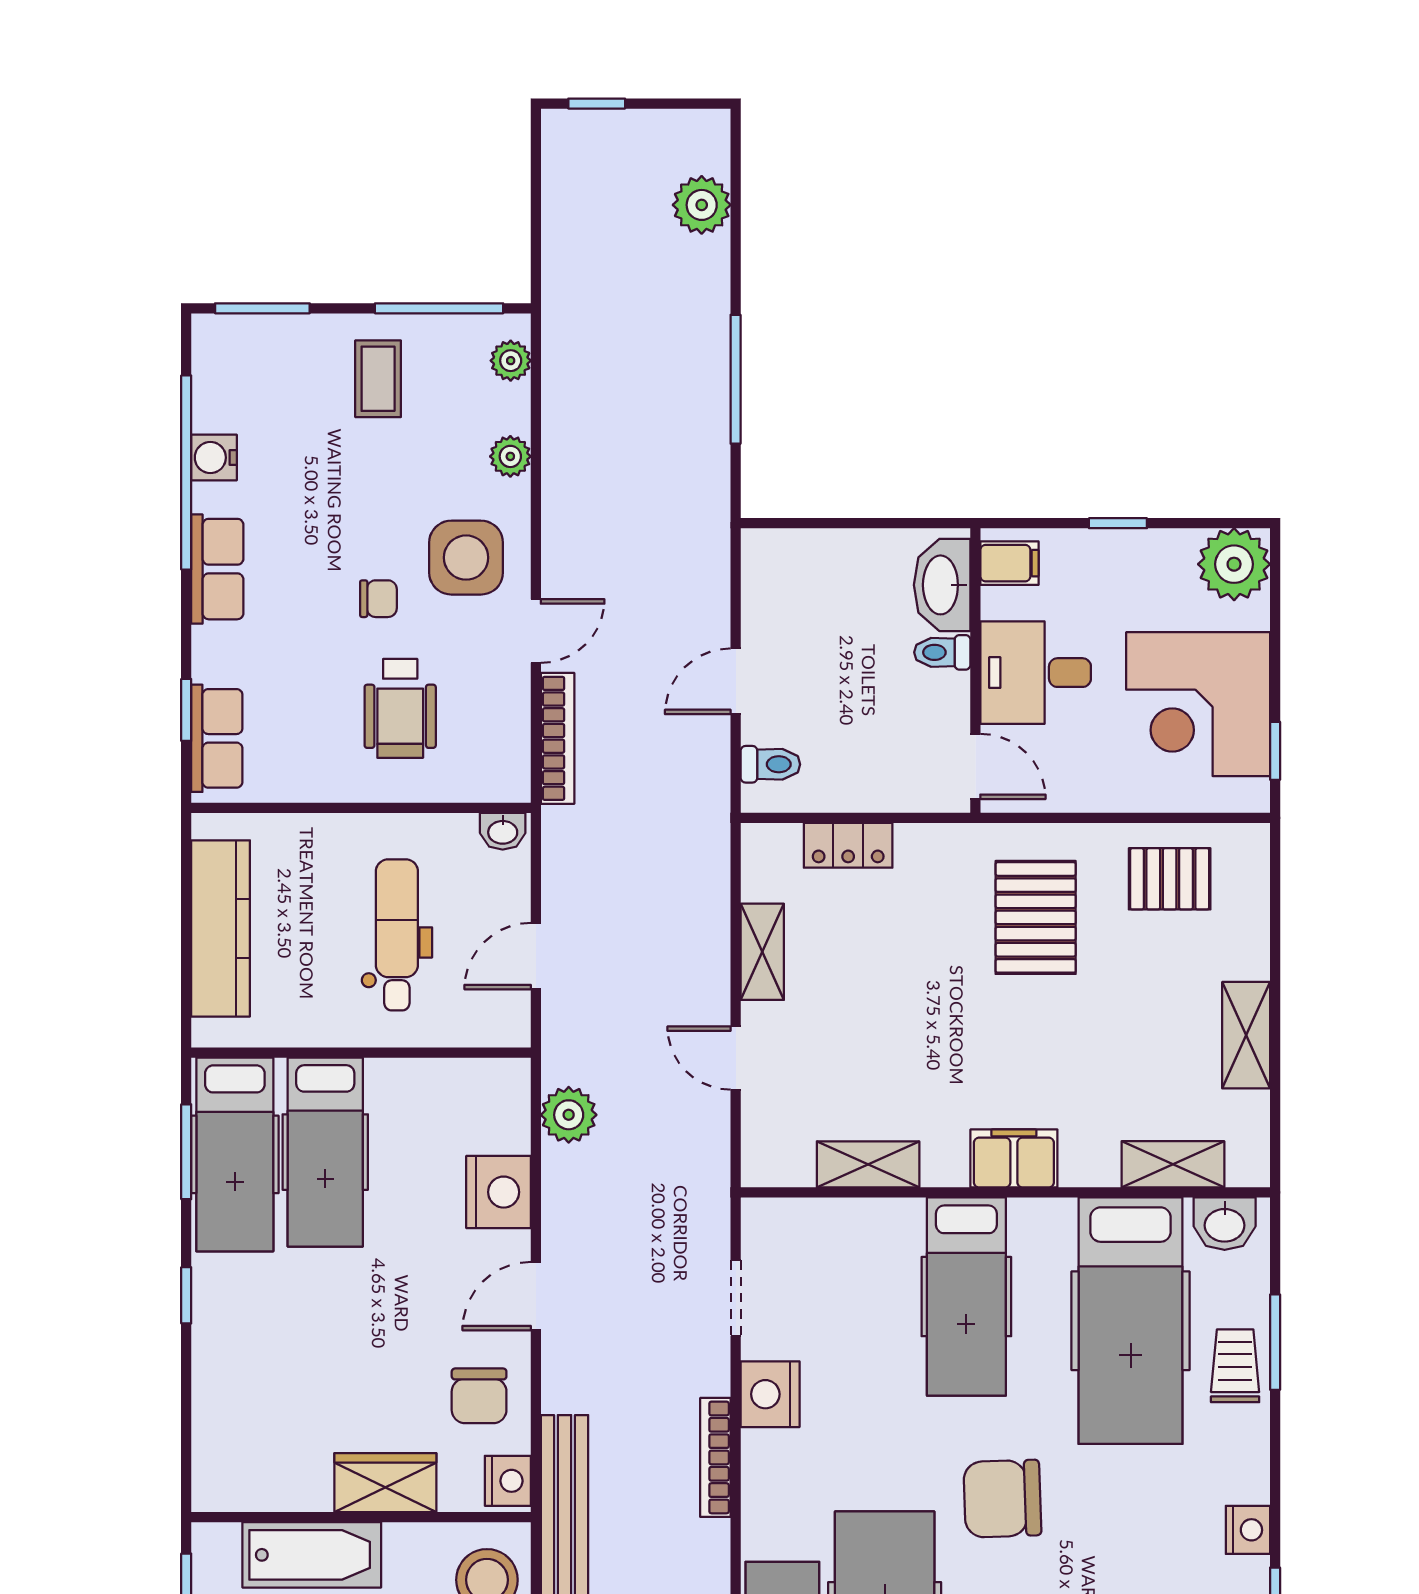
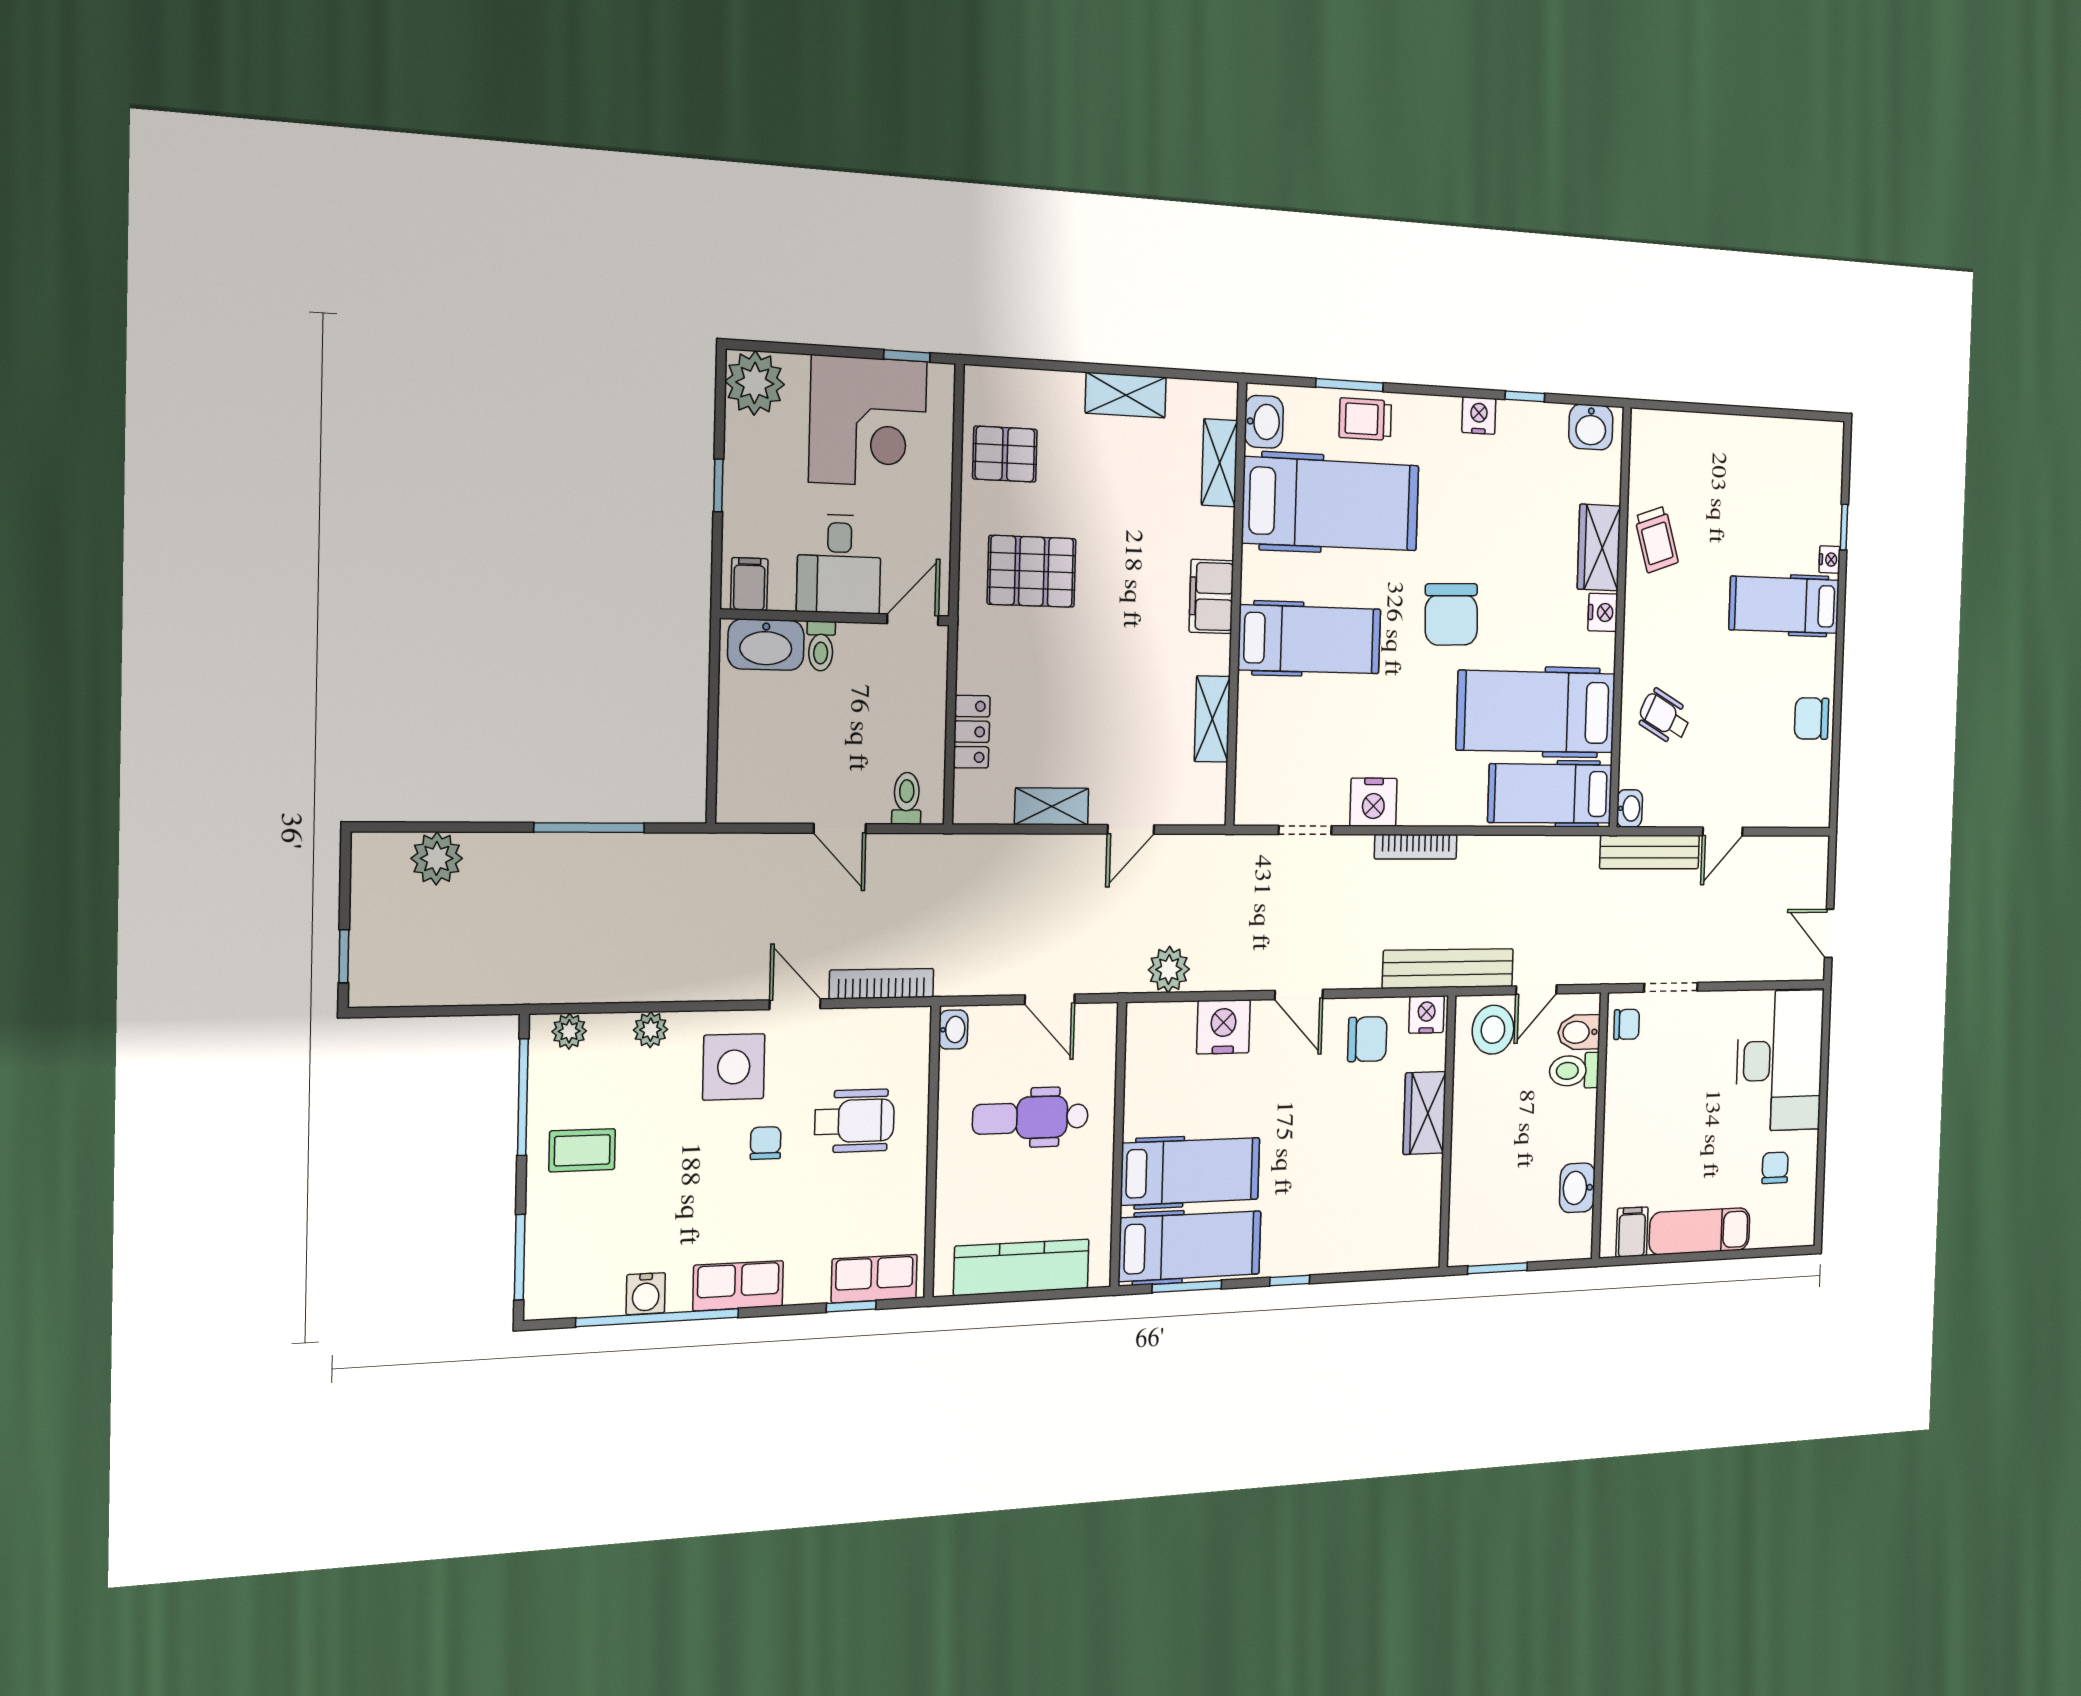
pallet: (1170, 879) -> (1005, 454), turned 90
bathtub: (312, 1555) -> (1472, 1170), removed

